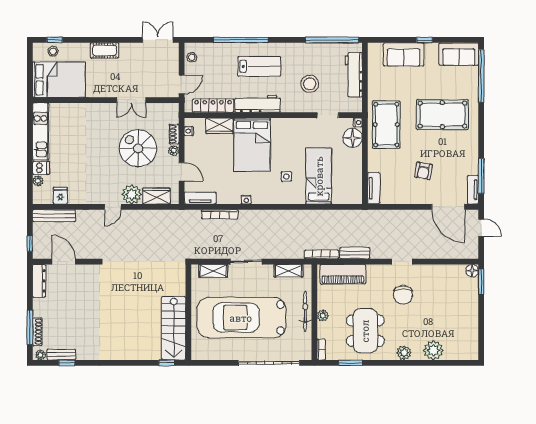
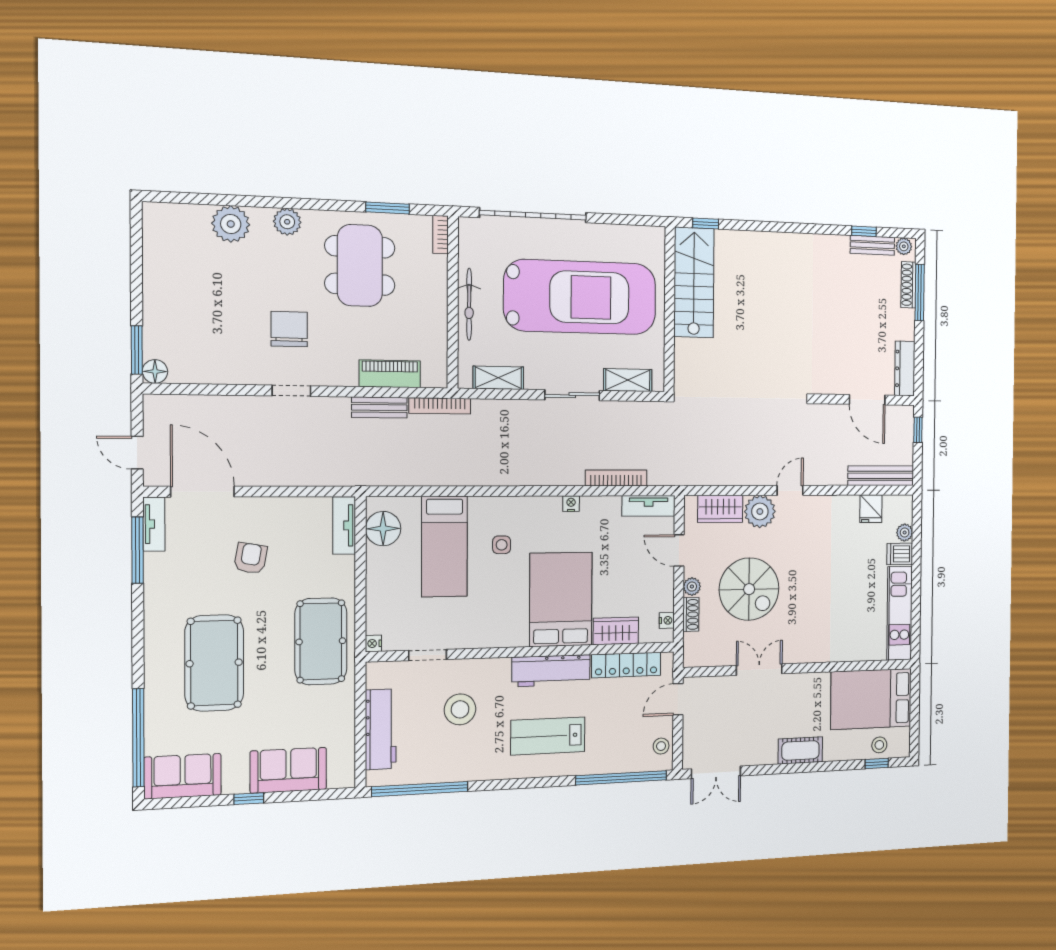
window: (241, 40) -> (621, 778), moved
pool table: (442, 115) -> (214, 663), turned 90
floor lamp: (353, 138) -> (383, 529), moved
piano: (343, 274) -> (390, 374), width x0.73, depth x0.75
plant: (323, 316) -> (438, 296), removed

